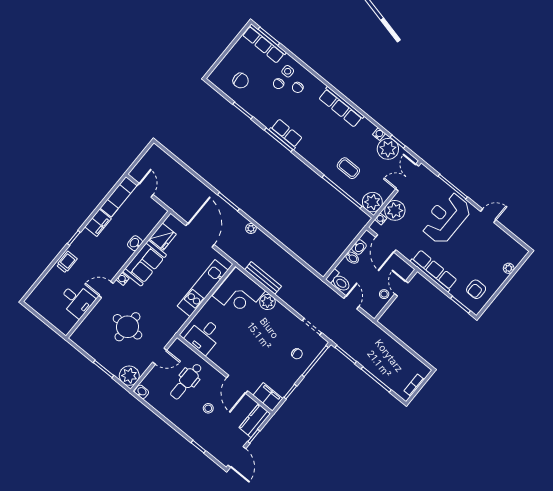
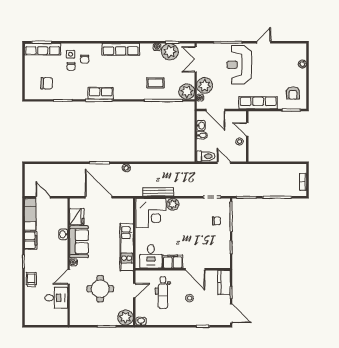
kitchen unit: (203, 288) -> (127, 247), moved
filing cabinet: (268, 397) -> (173, 262), moved

